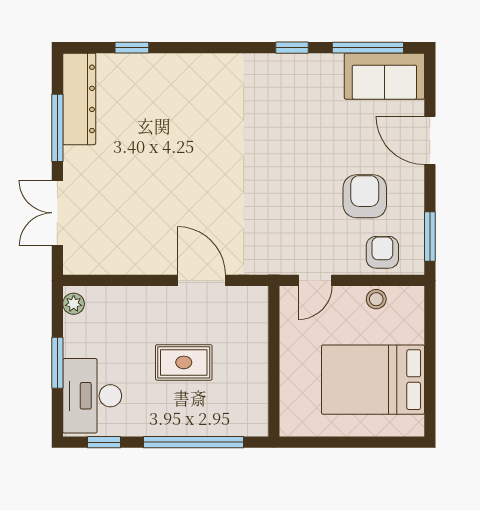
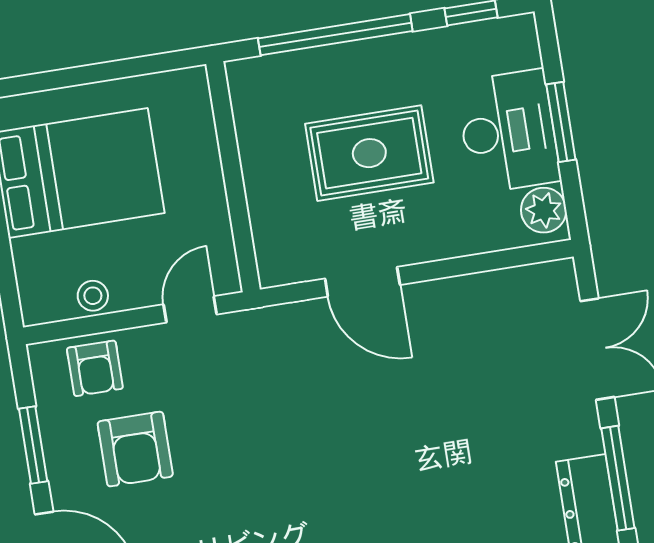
window: (430, 237) -> (33, 445), moved
plant: (74, 304) -> (544, 210), width x1.38, depth x1.38
rug: (184, 362) -> (369, 153), width x1.36, depth x1.43
desk: (92, 396) -> (508, 131), moved

